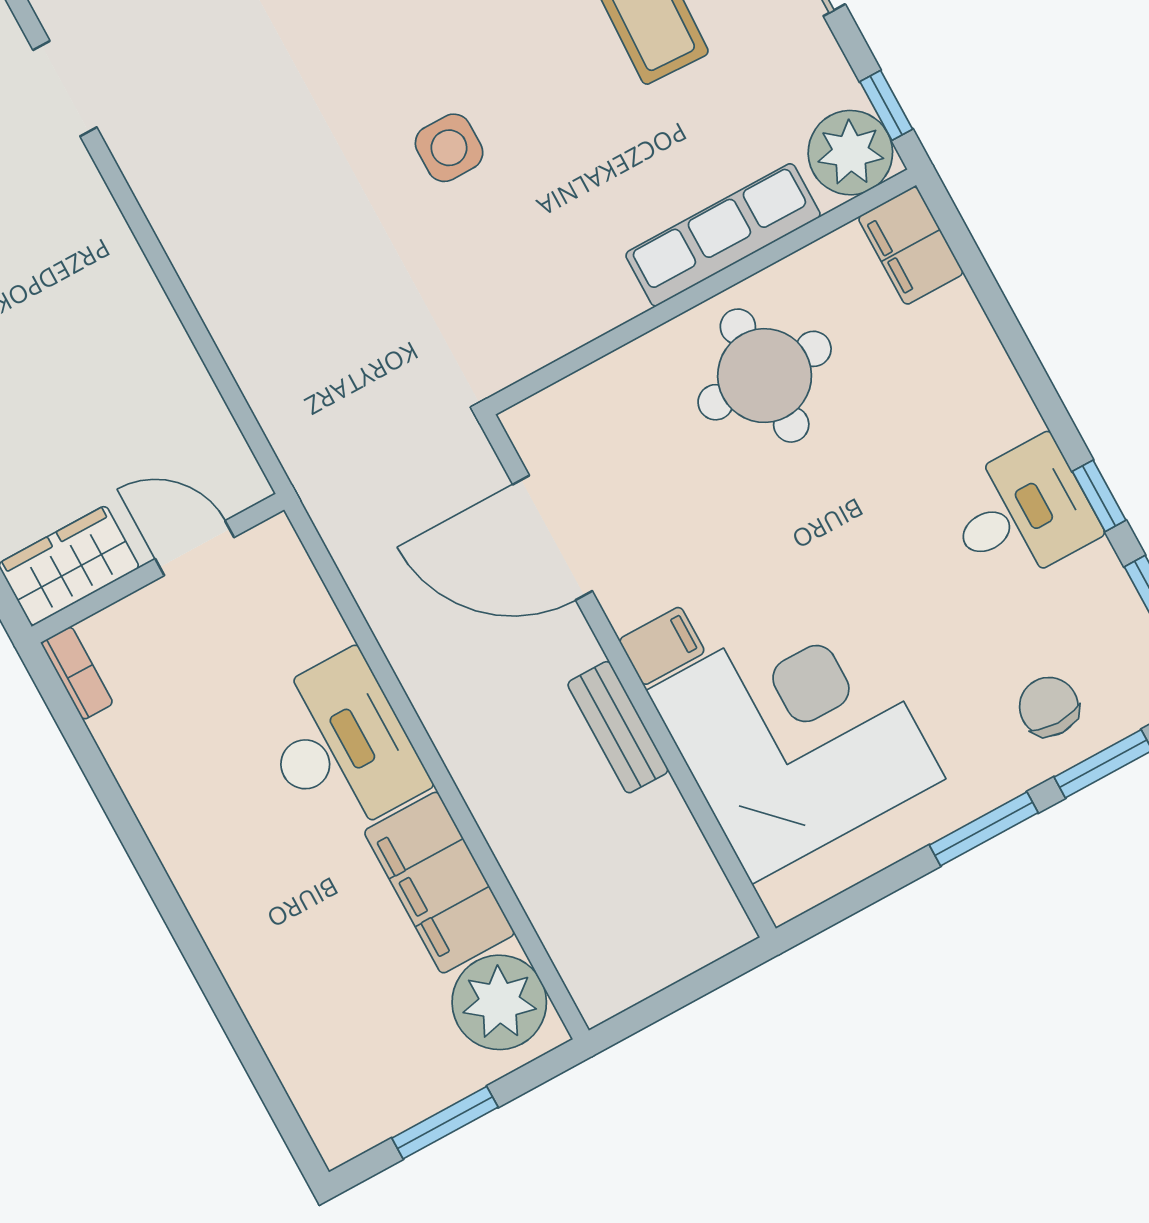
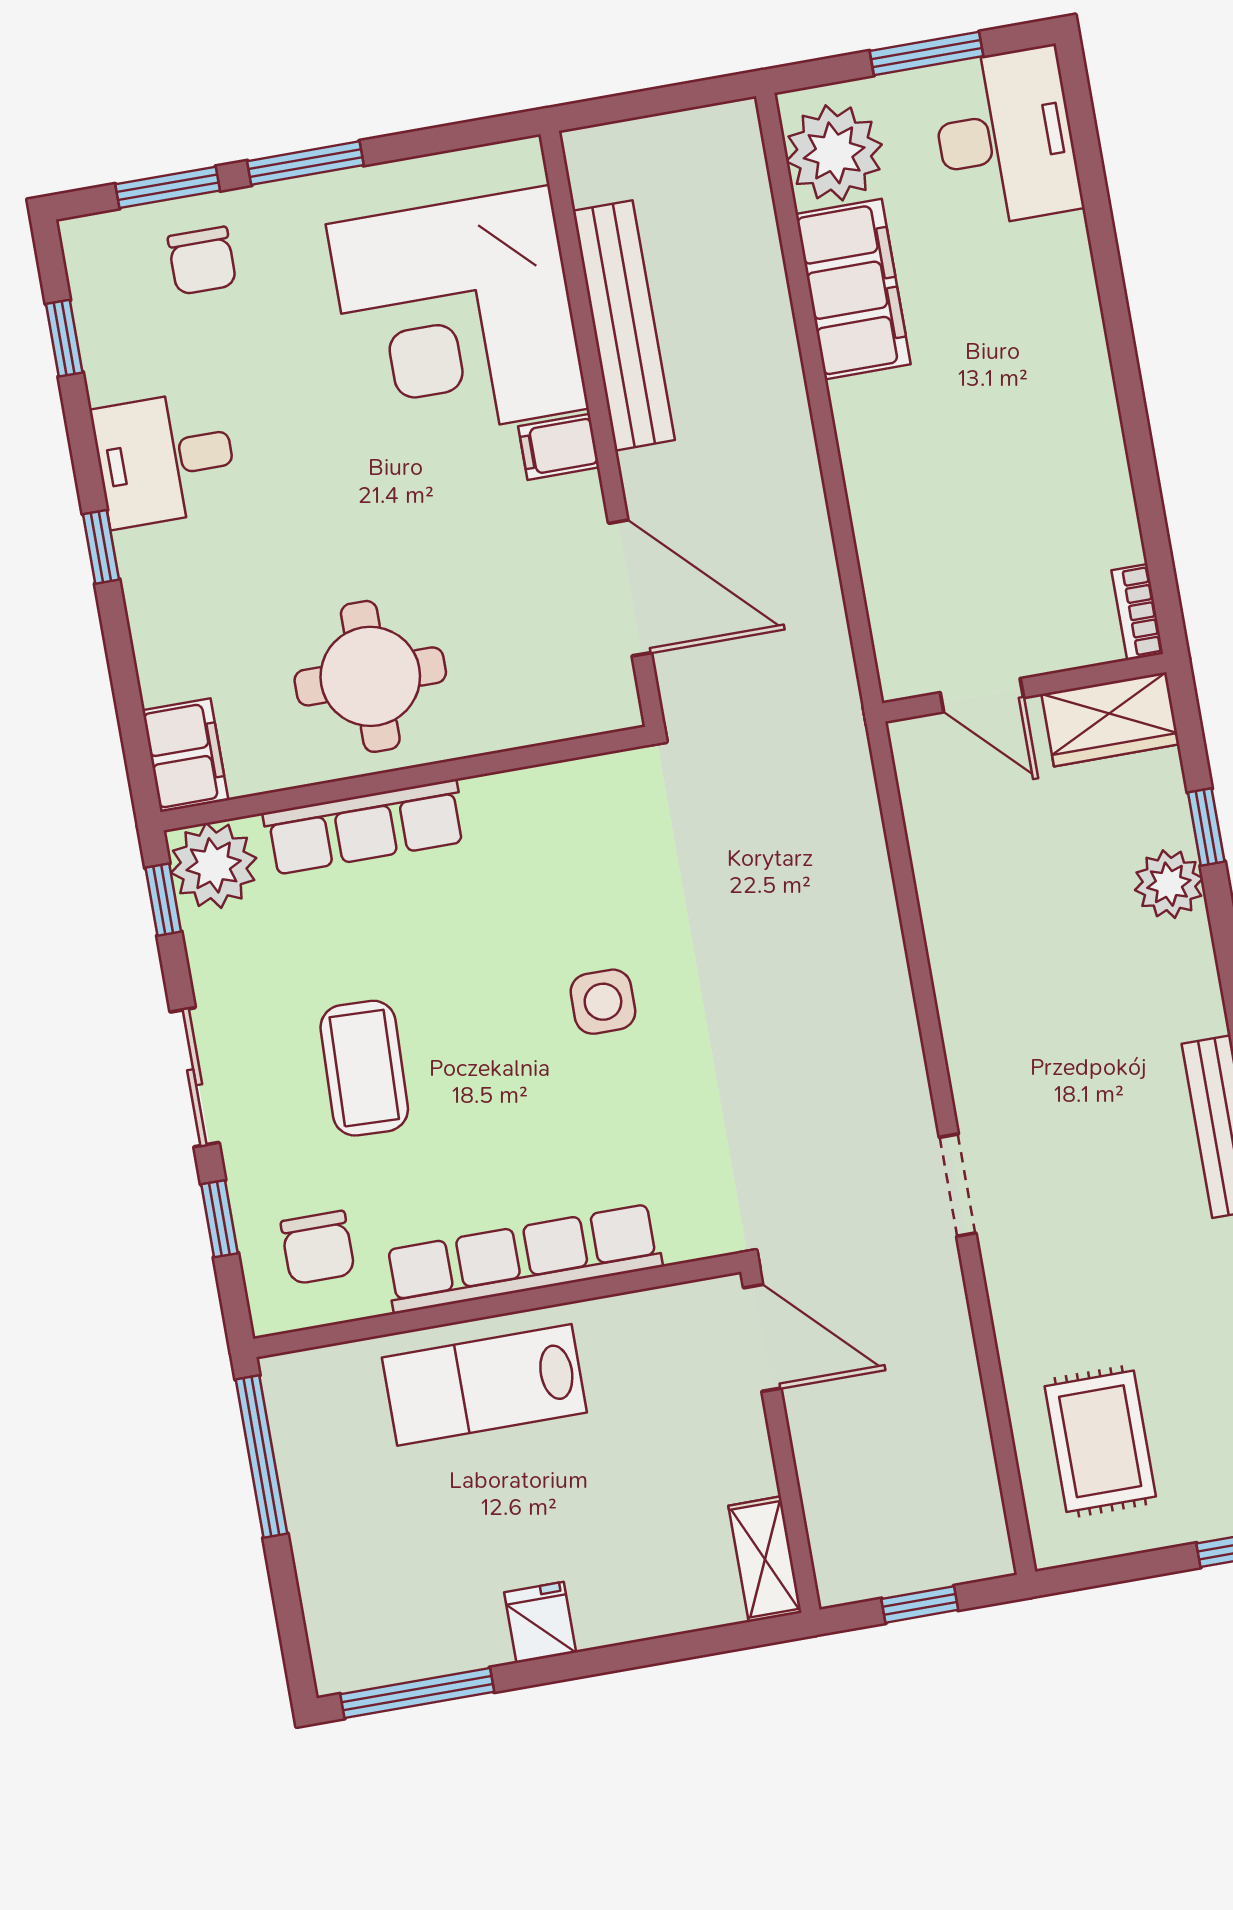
window: (1099, 496) -> (101, 547), moved
bench: (618, 727) -> (624, 325), width x1.86, depth x1.21
desk: (340, 745) -> (1005, 137), moved, turned 180

